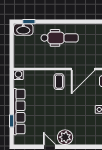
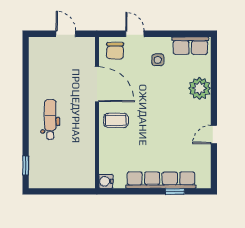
washbasin: (23, 29) -> (38, 174), removed
dental chair: (60, 38) -> (50, 119), width x0.73, depth x0.72
plant: (65, 137) -> (199, 88), moved

